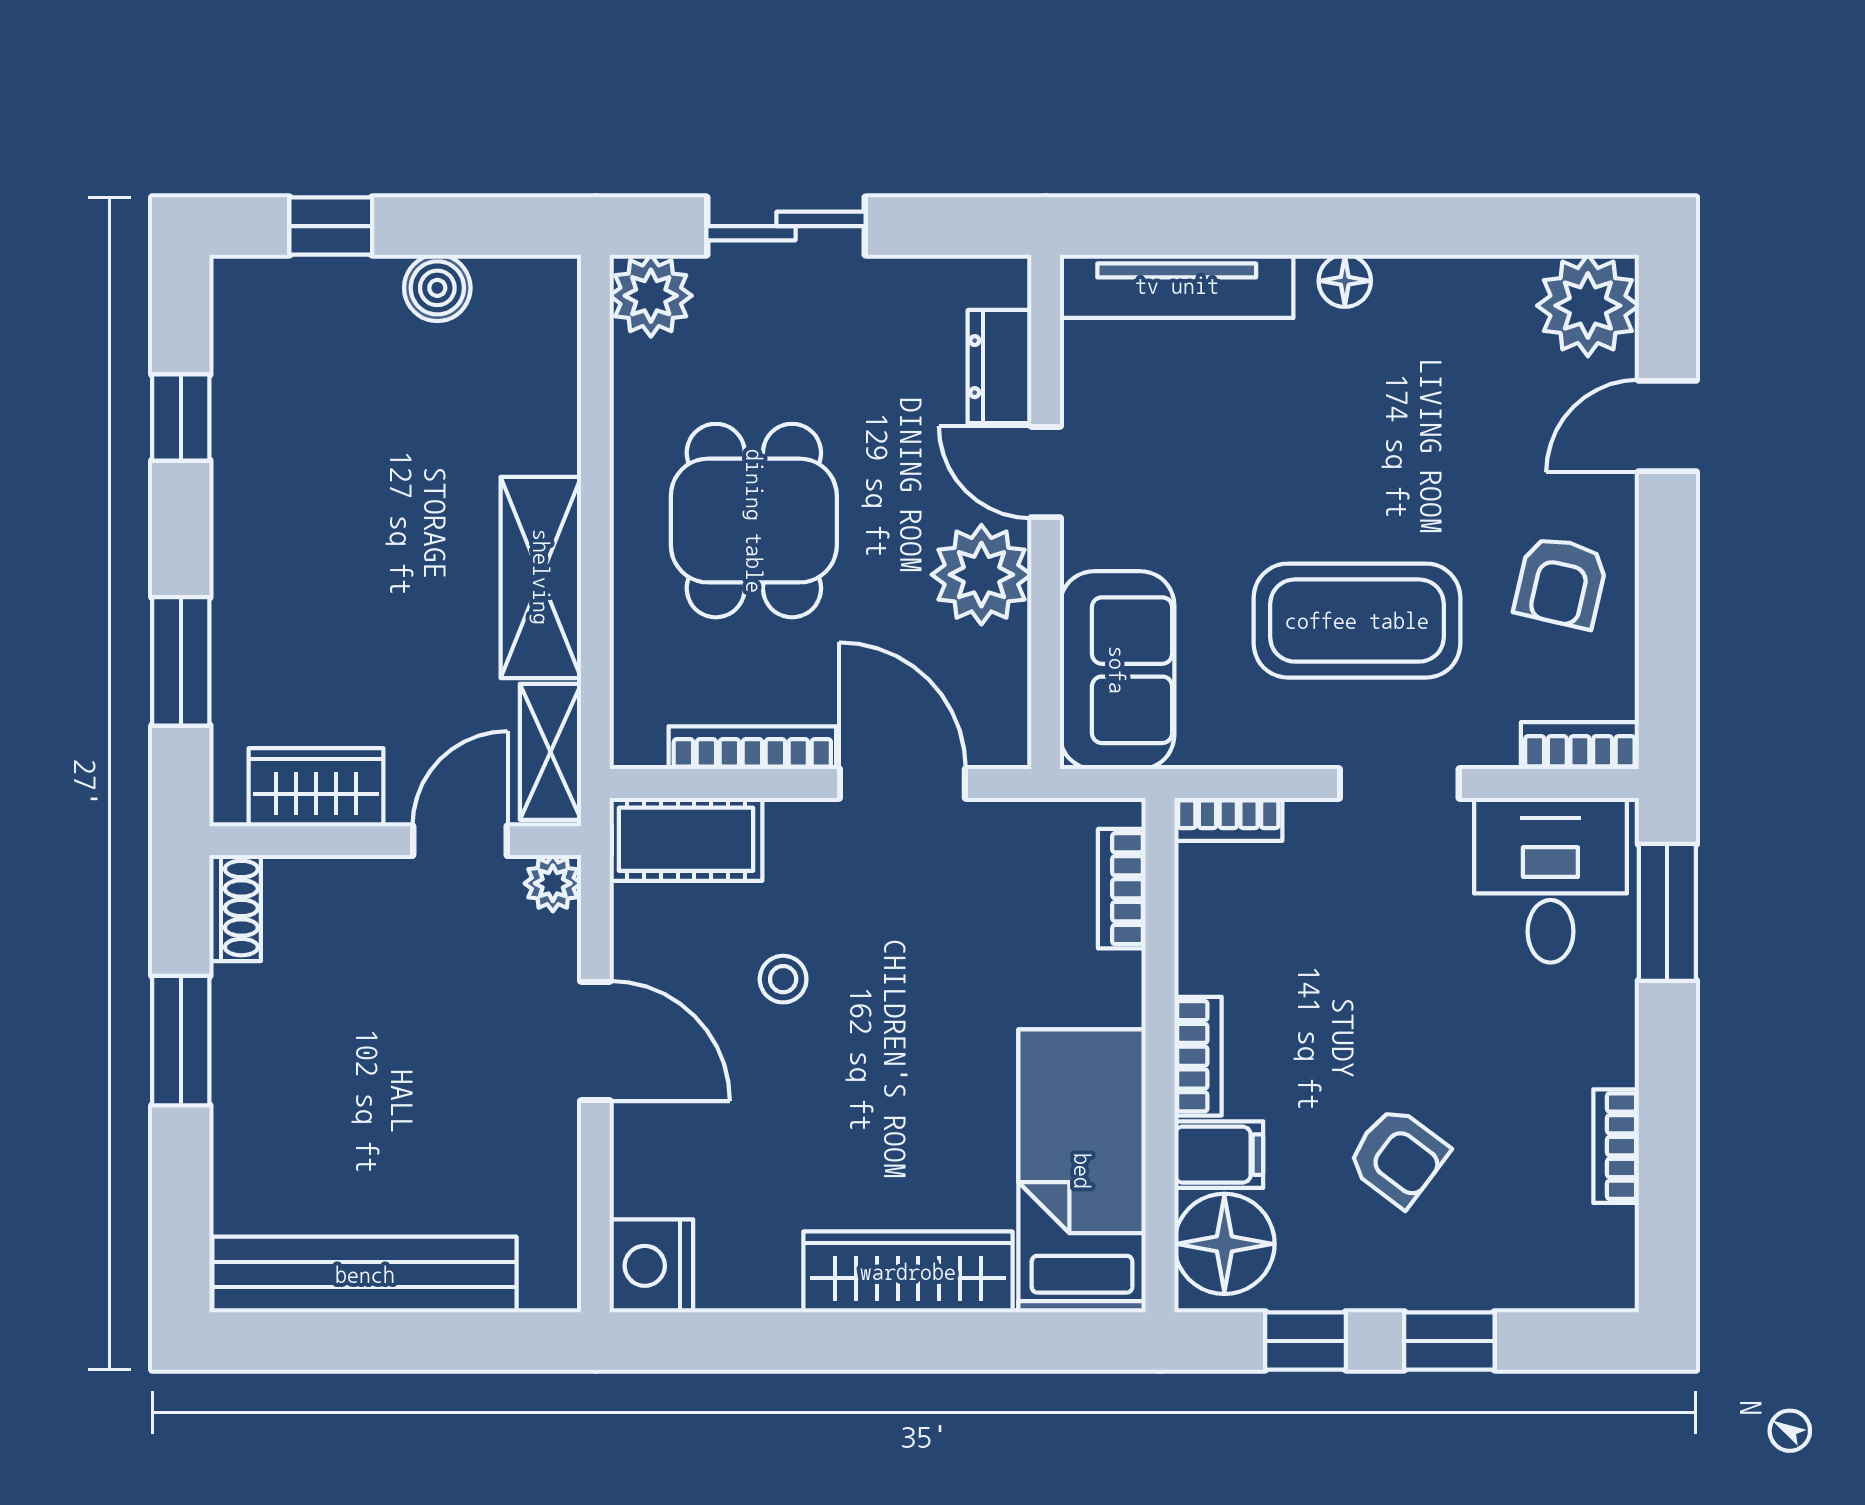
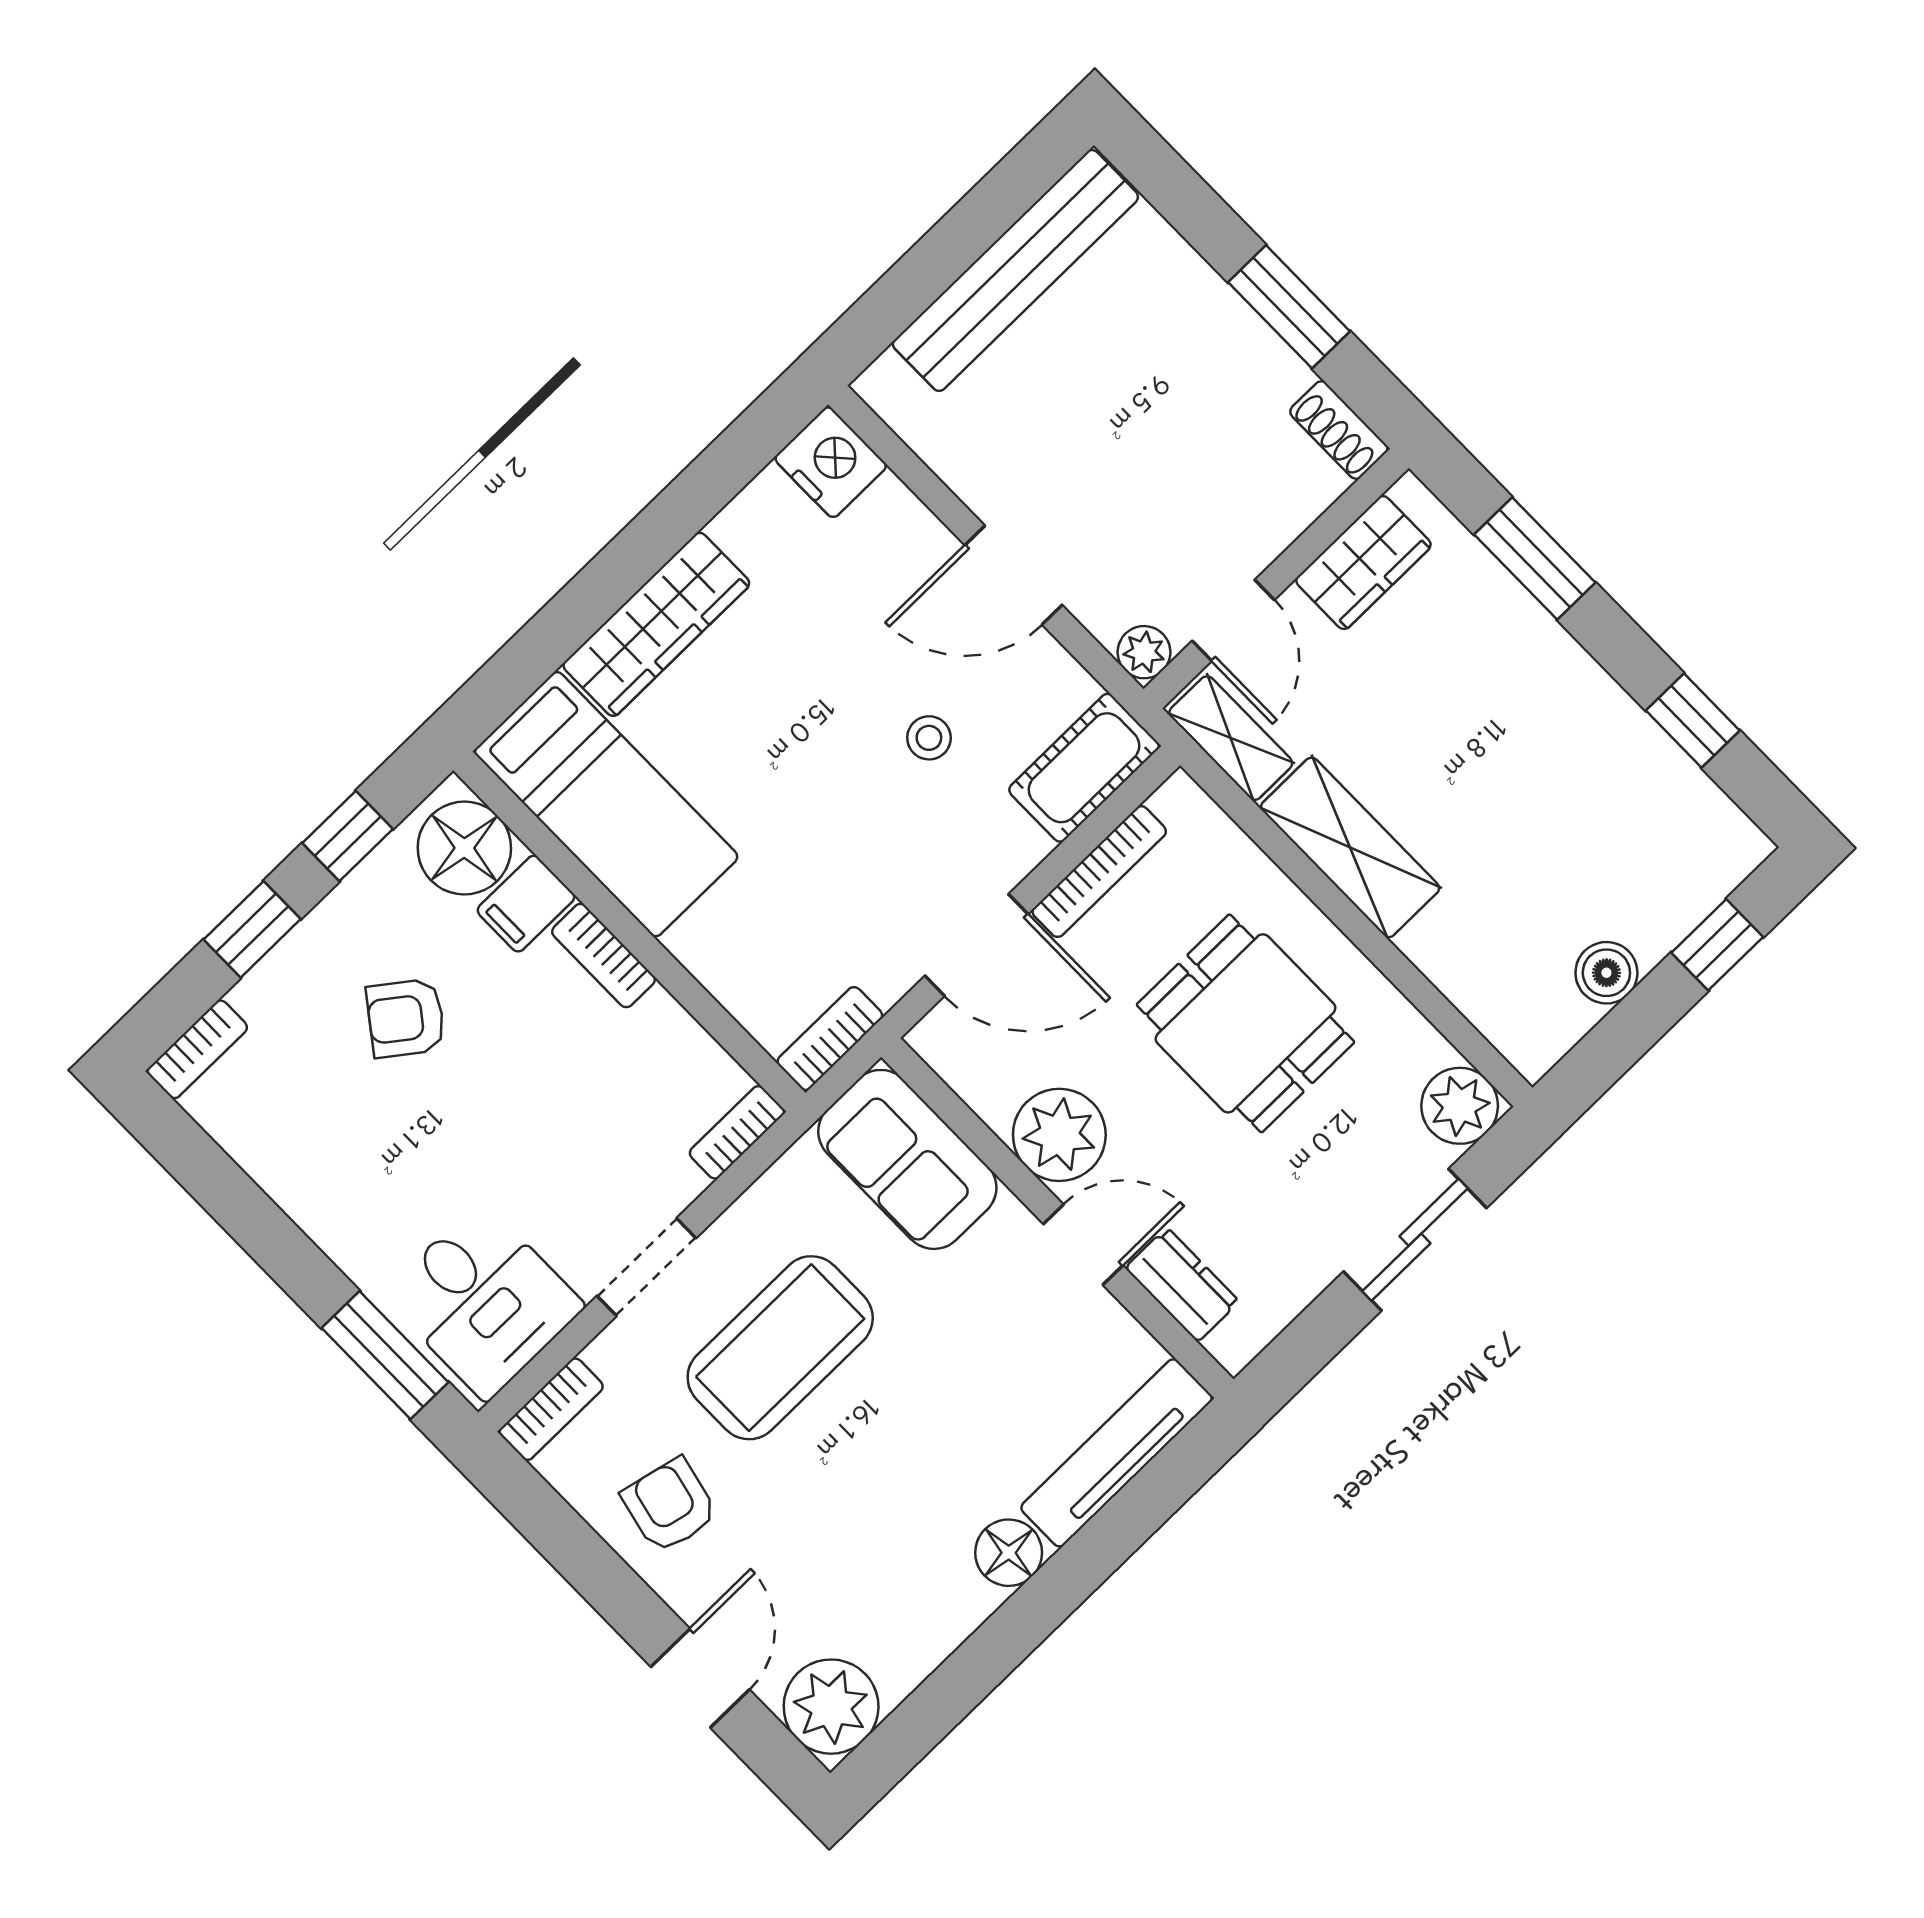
floor lamp: (1345, 281) -> (1009, 1553), width x1.37, depth x1.37
bookcase: (1122, 889) -> (830, 1039), moved, turned -90
bookcase: (1616, 1146) -> (197, 1049), moved, turned 90

